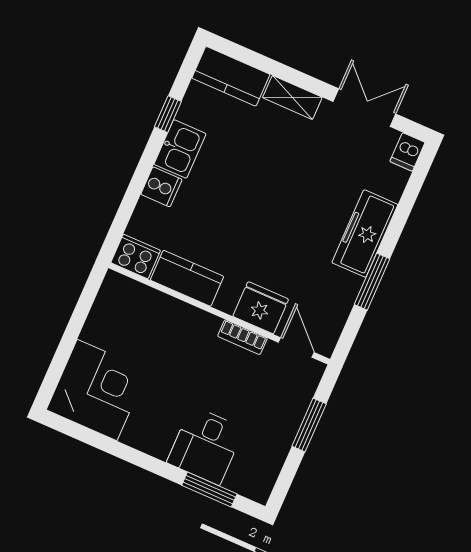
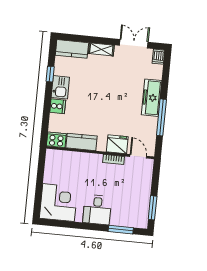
window: (372, 282) -> (161, 117), width x1.44
window: (309, 425) -> (153, 208), moved
desk: (205, 445) -> (97, 210), moved

